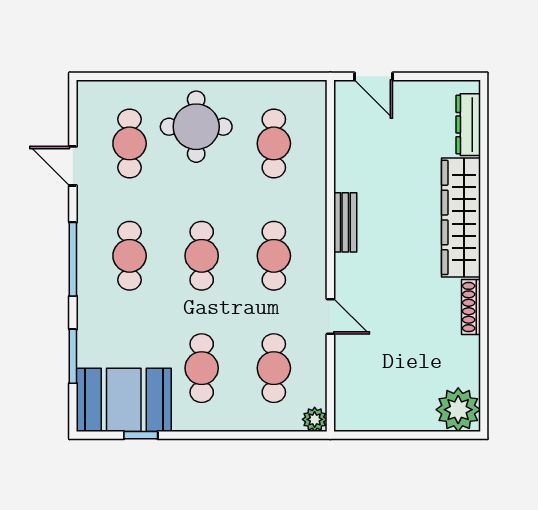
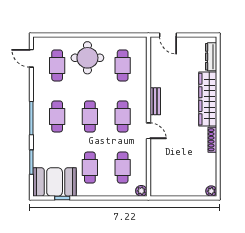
door: (73, 166) -> (31, 58), moved
door: (330, 317) -> (148, 131), moved
plant: (458, 410) -> (211, 191), width x0.53, depth x0.53

